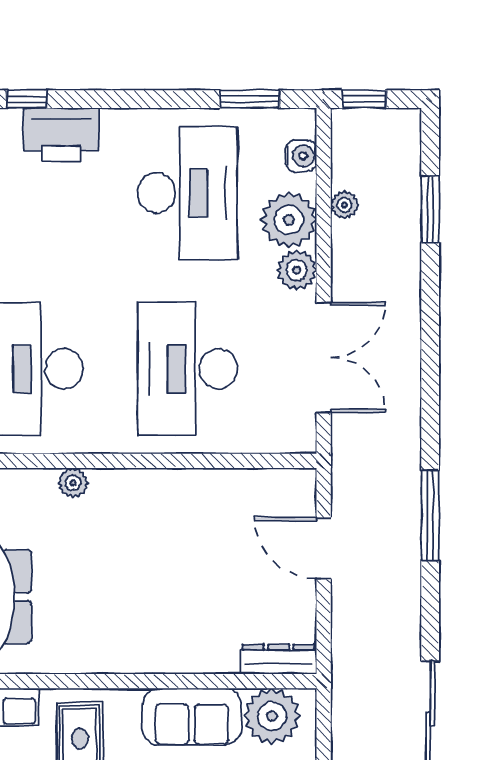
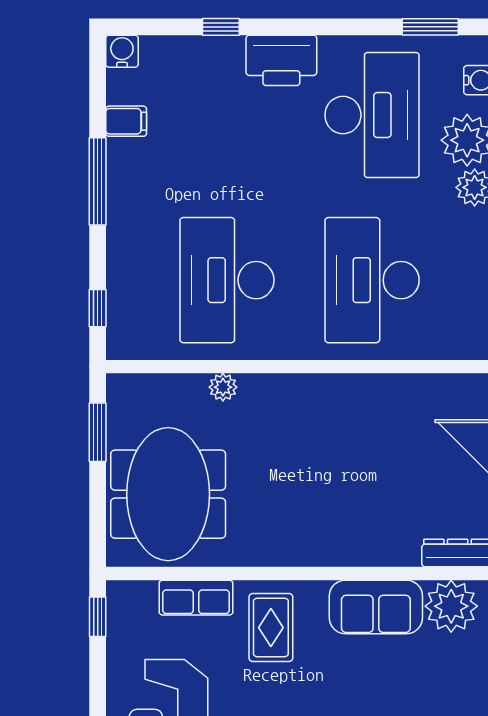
printer: (61, 135) -> (281, 60), moved
plant: (73, 483) -> (223, 387), moved

